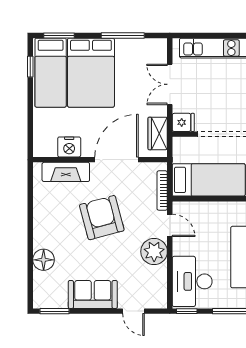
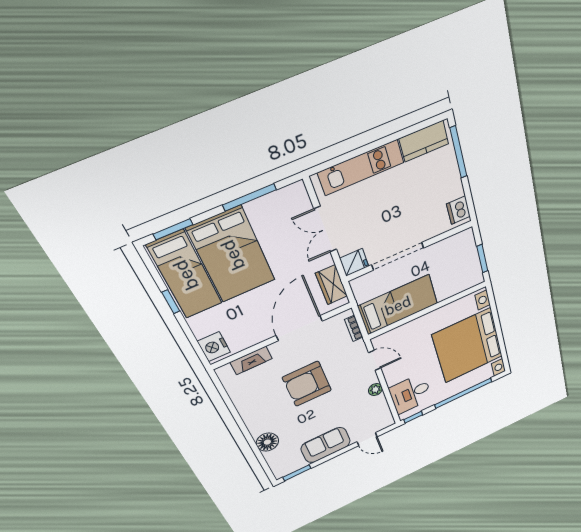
window: (30, 67) -> (171, 302), moved
nightstand: (69, 147) -> (214, 347), moved, turned 90
fireplace: (66, 172) -> (251, 360), width x0.73, depth x0.76
bookcase: (162, 191) -> (354, 328), width x0.64
armchair: (102, 218) -> (307, 384), turned -75
plant: (154, 252) -> (375, 390), width x0.53, depth x0.53
desk: (192, 281) -> (411, 394), width x0.73

